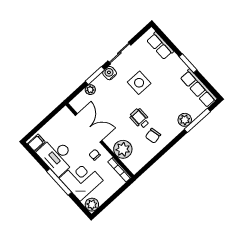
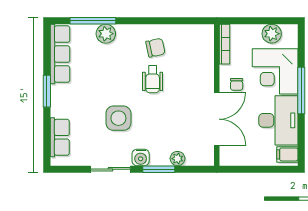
double door: (89, 128) -> (217, 119), swing flipped
plant: (123, 149) -> (201, 63), removed
plant: (92, 205) -> (272, 34), moved

